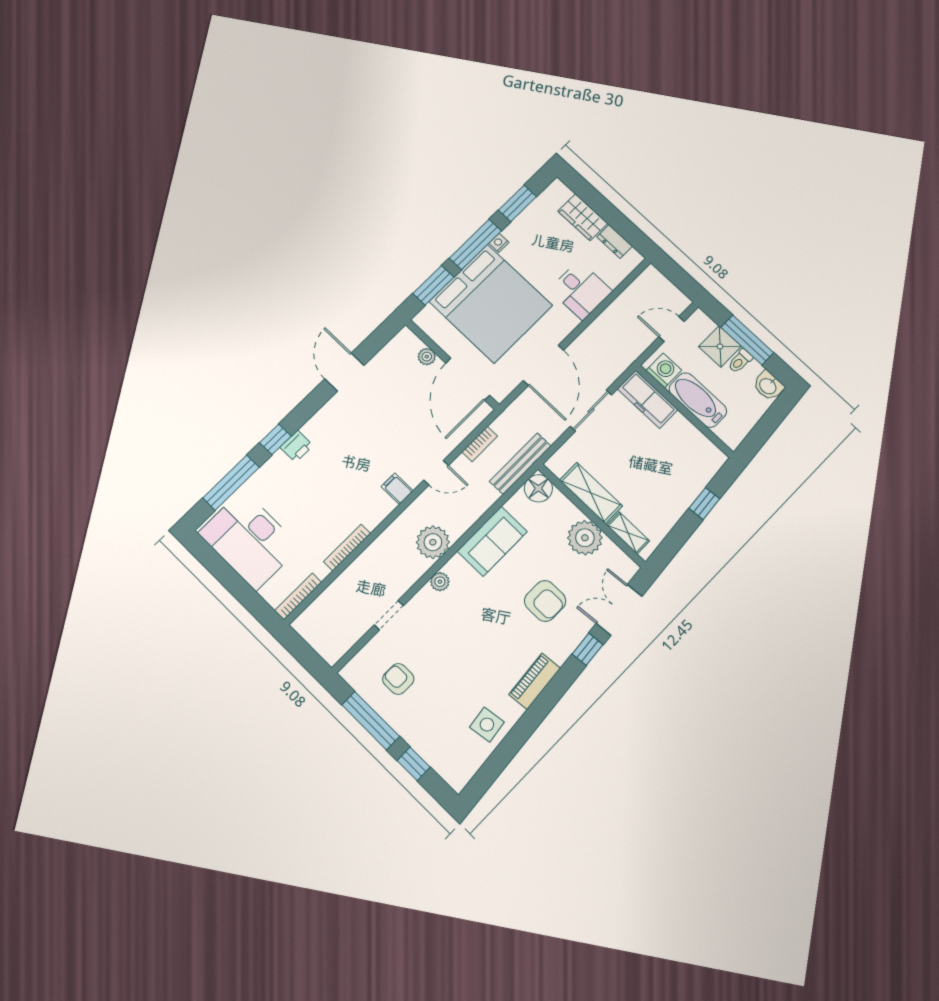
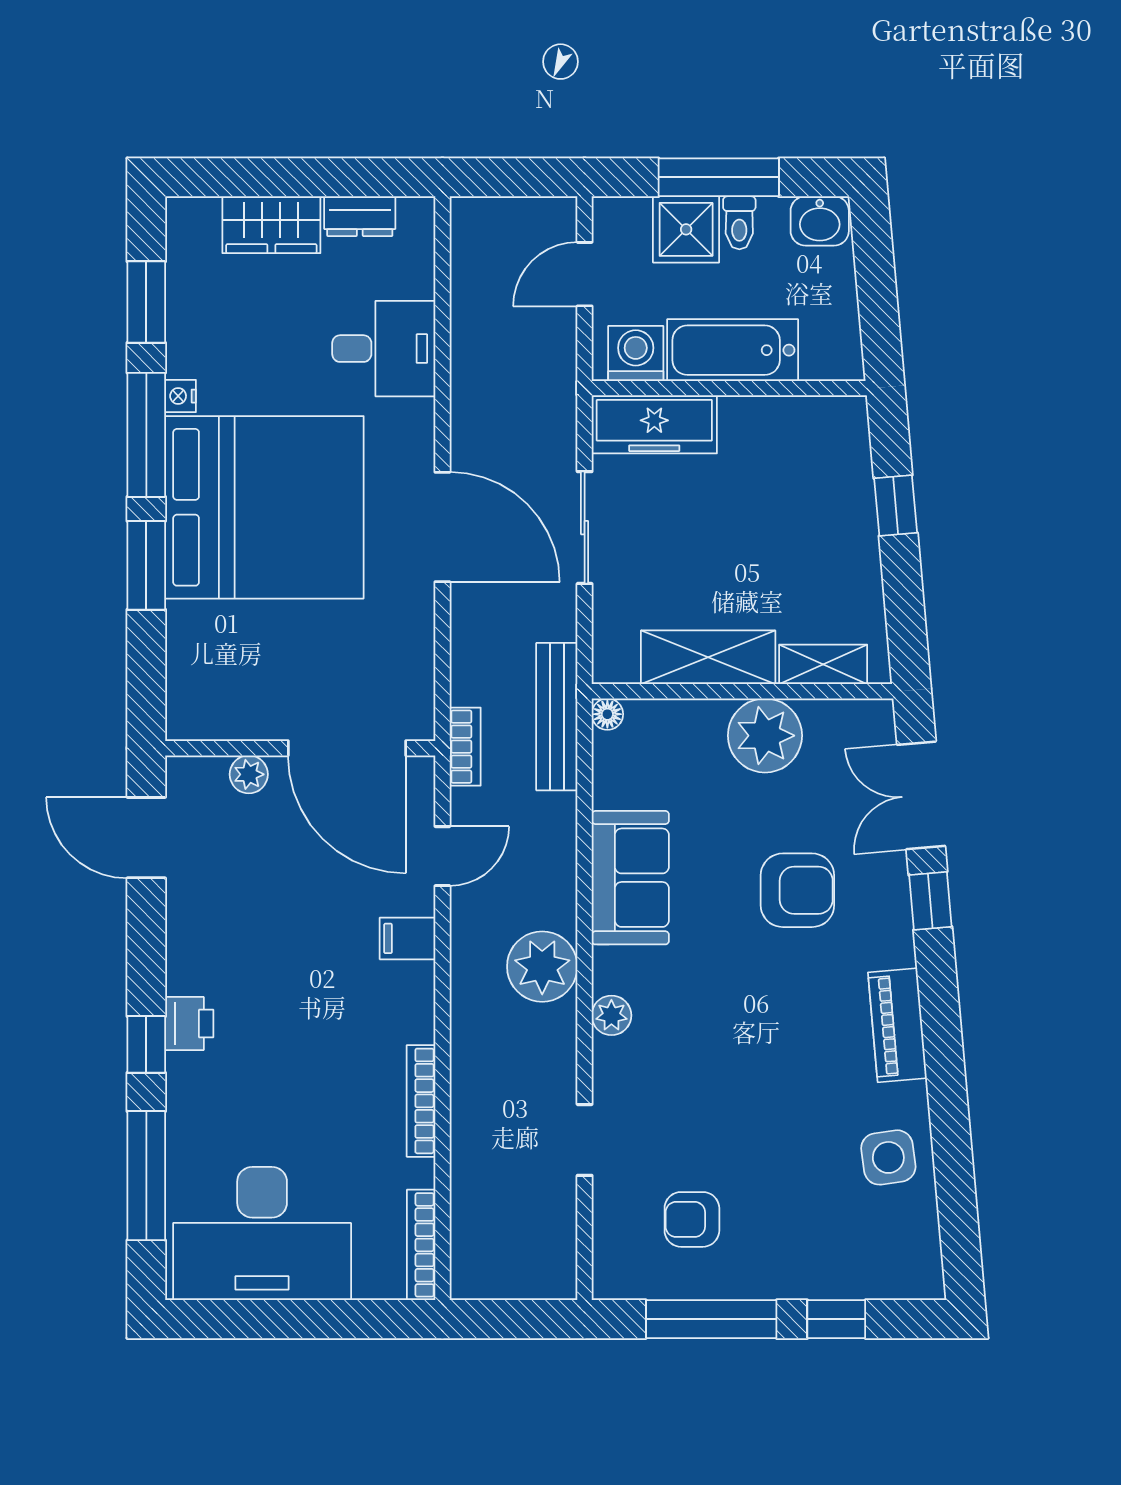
plant: (427, 357) -> (249, 774), moved
wall: (452, 364) -> (300, 748), moved
door: (468, 379) -> (347, 748), moved
floor lamp: (538, 488) -> (607, 714), width x0.53, depth x0.53

